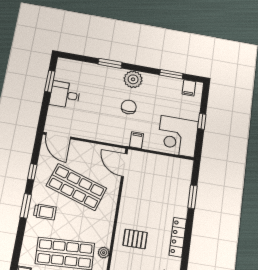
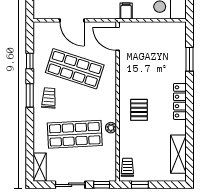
door: (58, 136) -> (72, 20), moved
trolley: (45, 212) -> (49, 98), turned -86
pallet: (135, 239) -> (139, 110), turned 90

